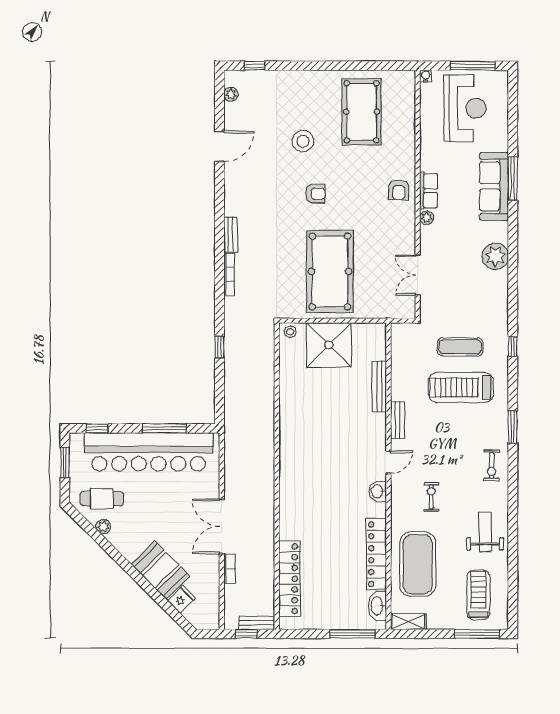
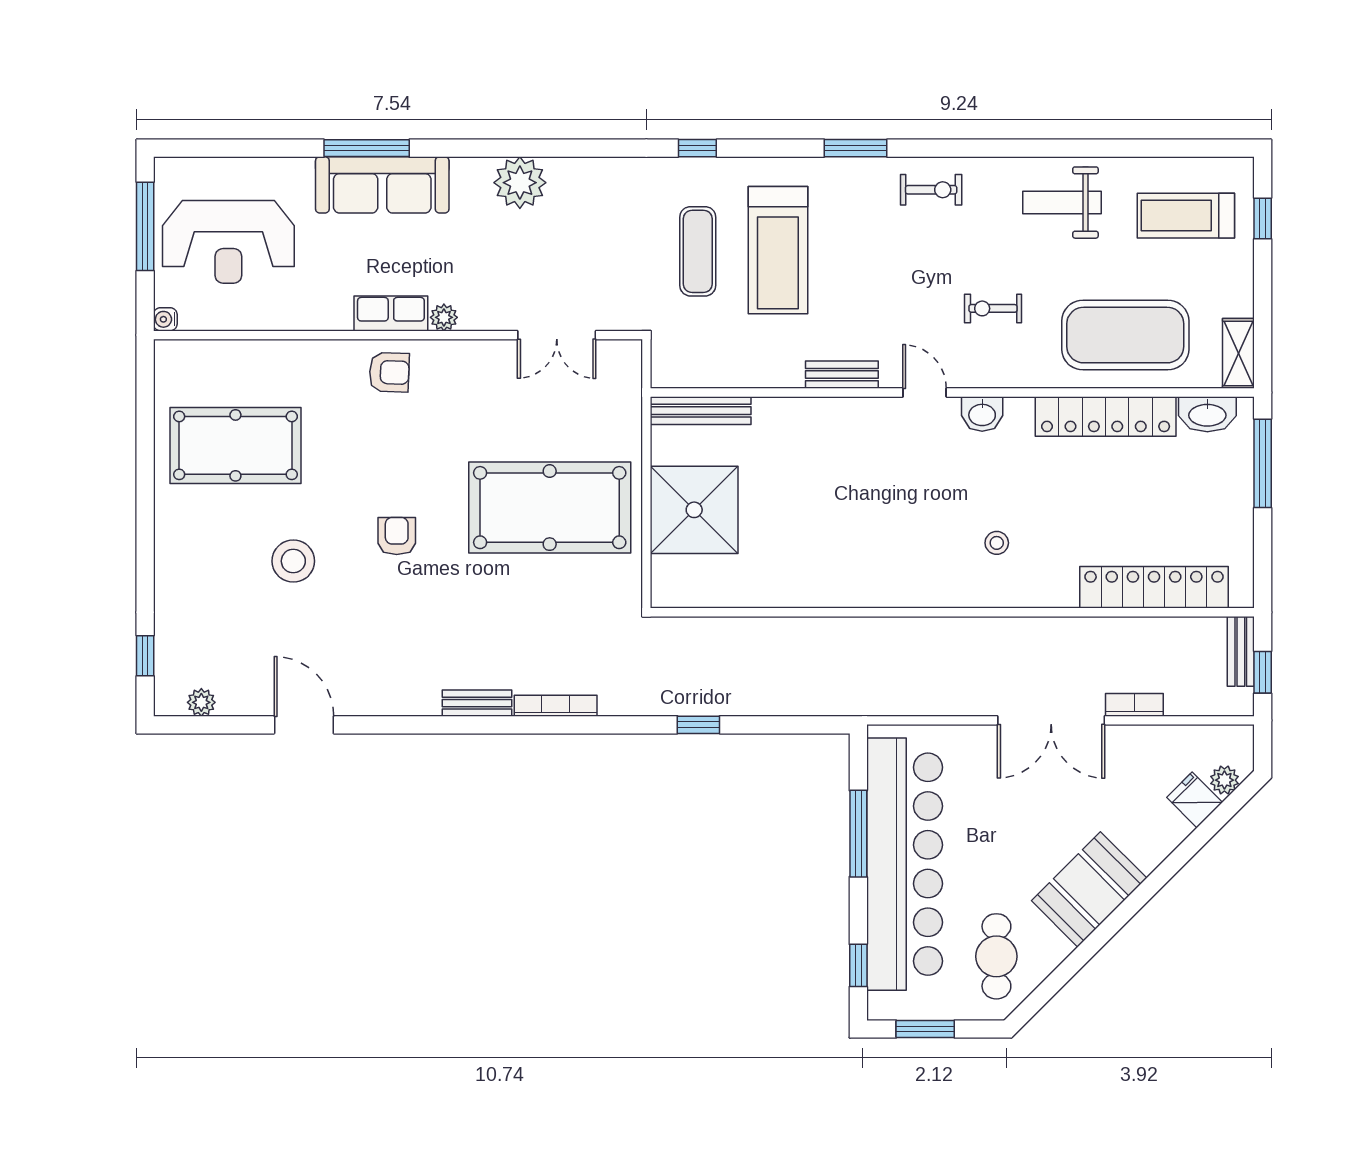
reception desk: (465, 108) -> (228, 242), turned 180
stool: (290, 332) -> (997, 543), moved
bench: (379, 386) -> (701, 411), moved
plant: (103, 527) -> (1224, 780), moved
booth: (160, 570) -> (1089, 889), moved
window: (477, 634) -> (1263, 218), width x0.46

